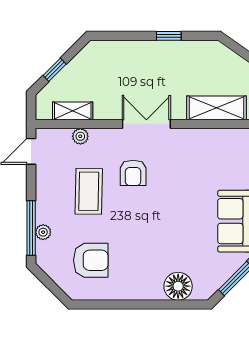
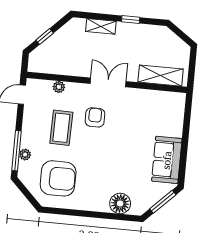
shelving: (73, 111) -> (101, 26), moved
armchair: (133, 173) -> (95, 117), turned 180
armchair: (91, 260) -> (58, 178), width x1.36, depth x1.36

